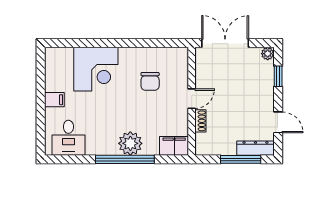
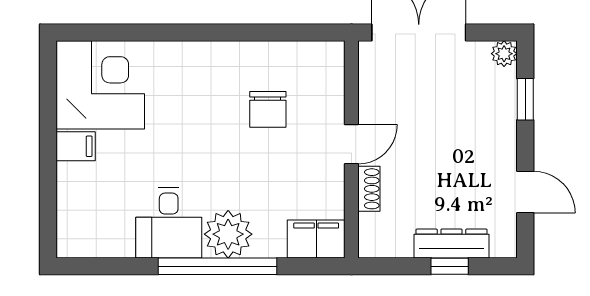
corner desk: (96, 69) -> (100, 85), moved, turned -90
desk: (68, 138) -> (169, 223), moved
dresser: (255, 148) -> (451, 244), moved
window: (241, 159) -> (450, 266), width x0.46

